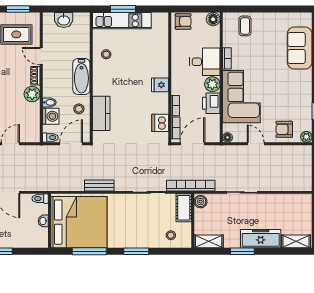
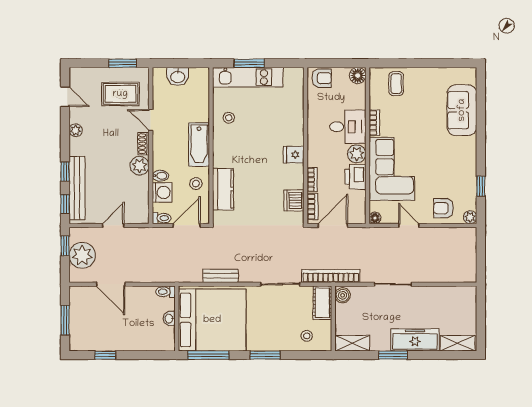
toilet: (40, 199) -> (165, 292), moved
washbasin: (43, 221) -> (169, 319), moved
wall: (49, 221) -> (177, 318), moved
bed: (79, 222) -> (212, 320), moved

